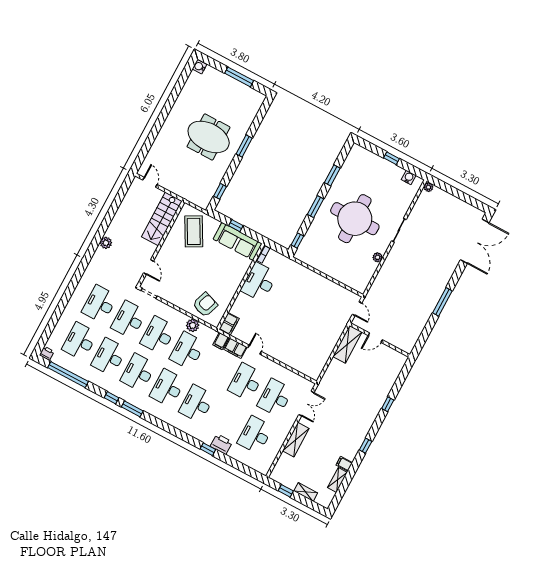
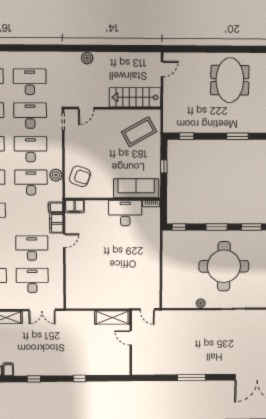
meeting table: (209, 137) -> (230, 80), moved
sofa: (238, 241) -> (136, 188), moved, turned 90
door: (357, 309) -> (147, 309), hinge flipped

